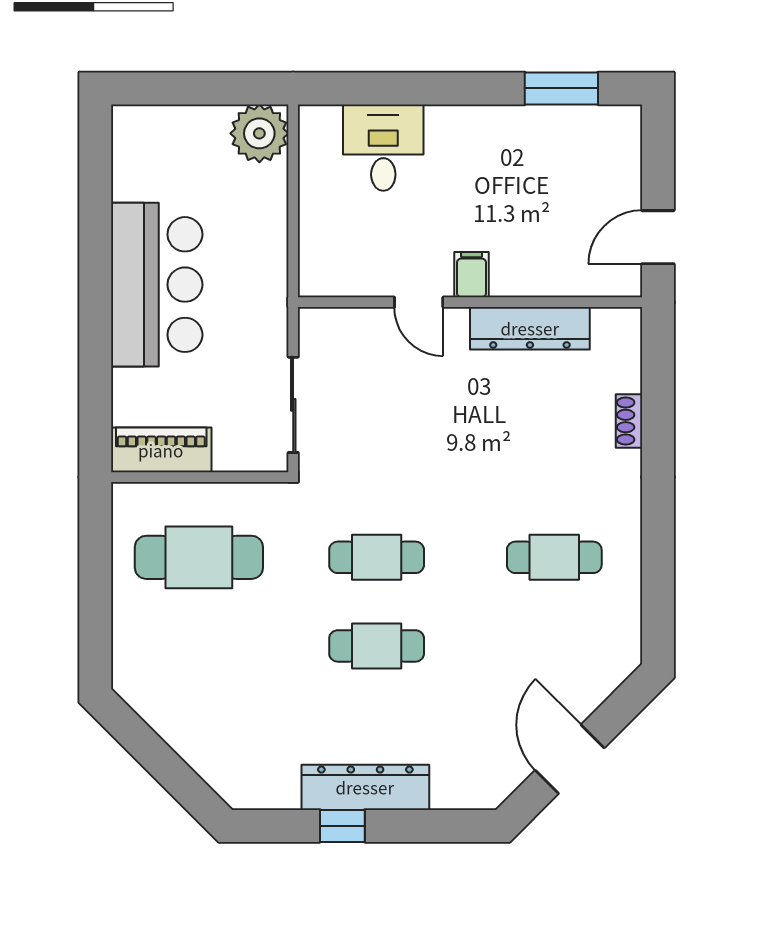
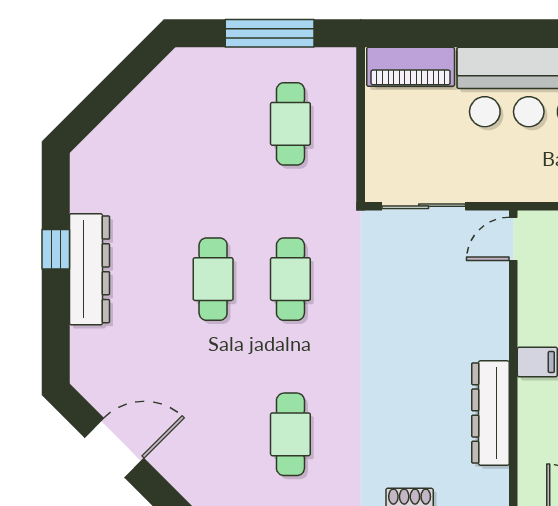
door: (419, 302) -> (513, 239), moved
piano: (161, 450) -> (411, 67), moved, turned 90
cafe table: (199, 557) -> (290, 124), width x0.73, depth x0.74
window: (95, 581) -> (270, 33), added

